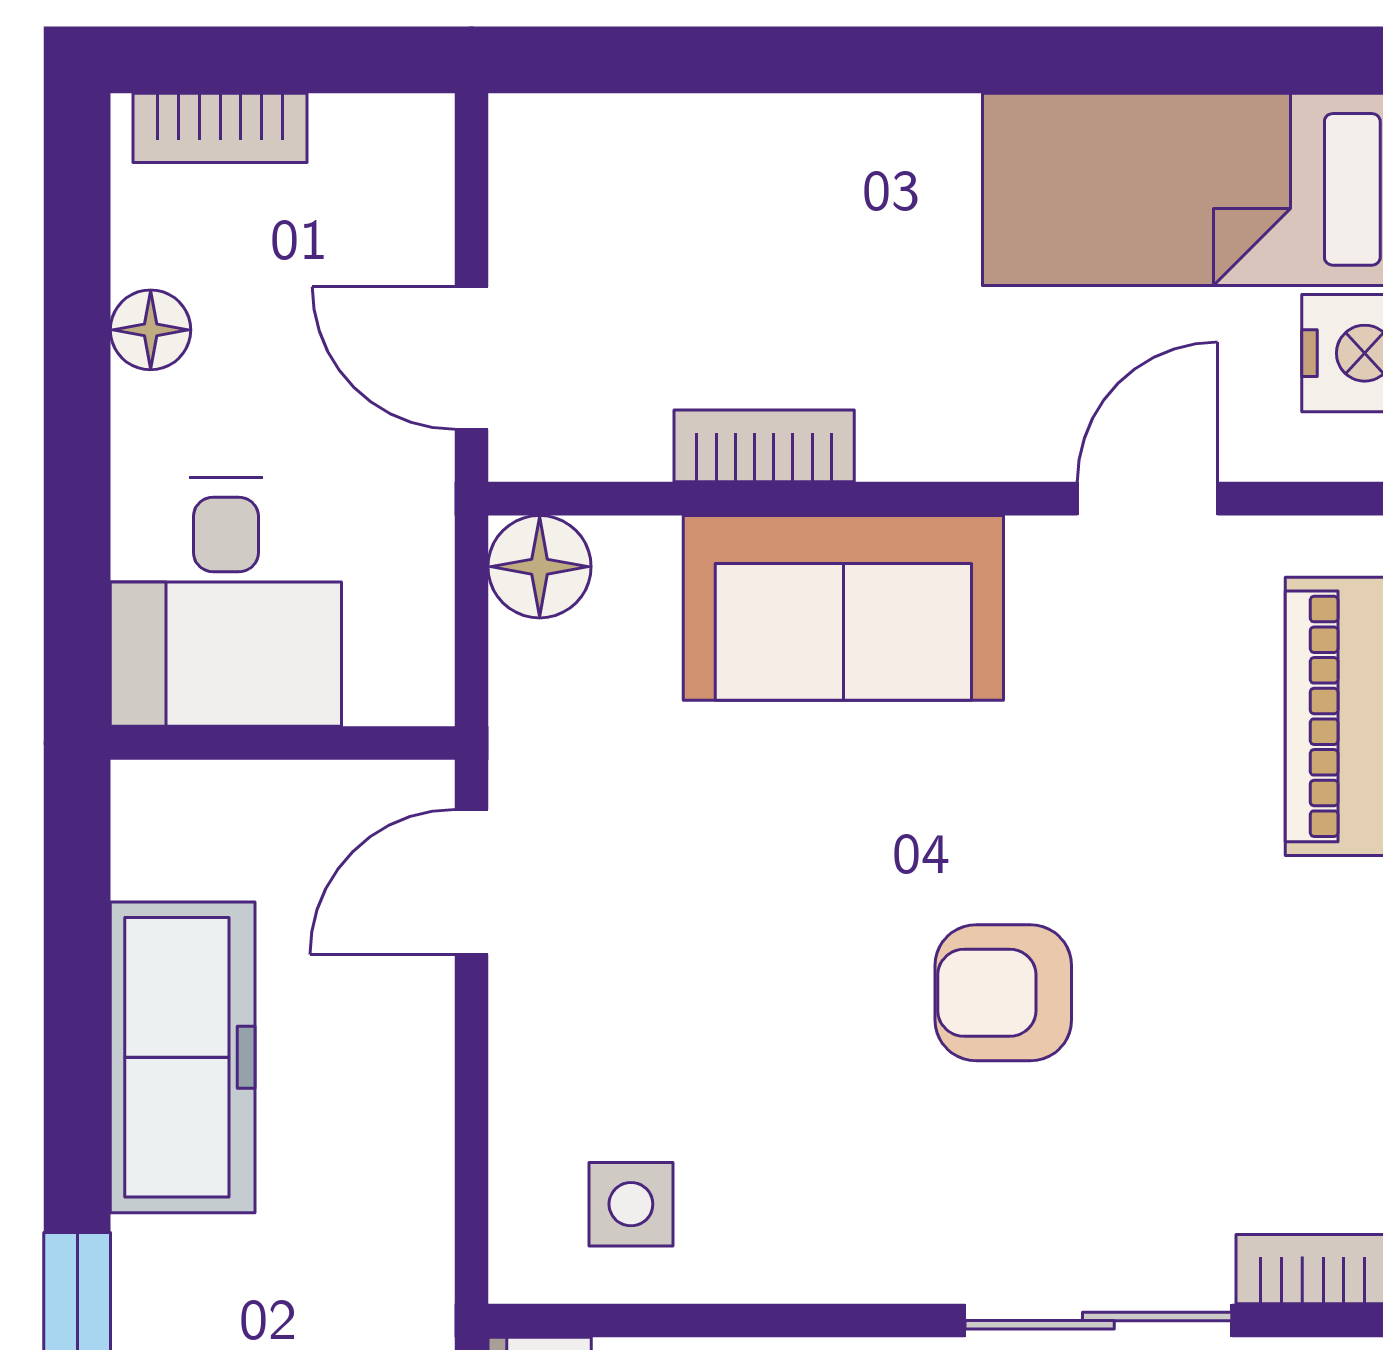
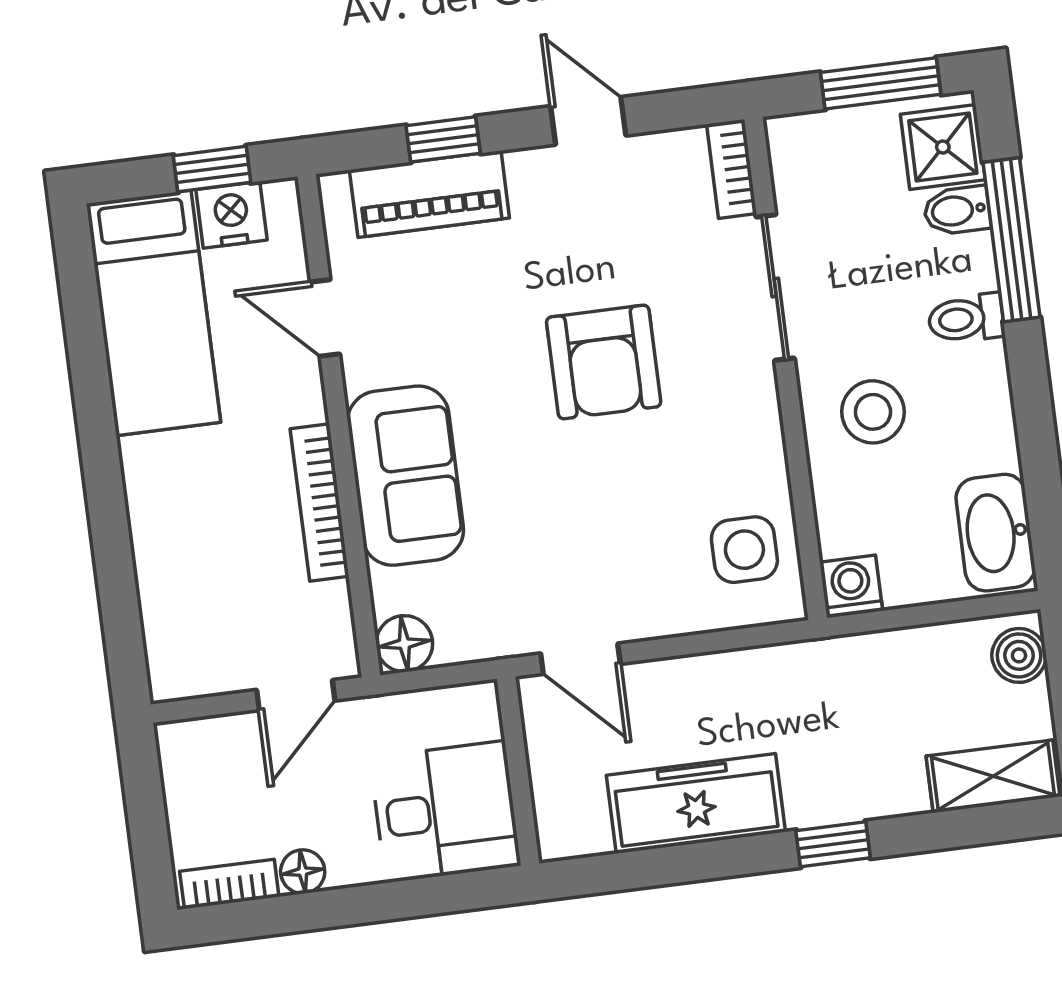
bookcase: (220, 128) -> (229, 884), moved, turned -90
bookcase: (764, 446) -> (320, 503), width x1.56
armchair: (1003, 993) -> (604, 362), width x1.38, depth x1.38
side table: (631, 1204) -> (744, 550), width x1.37, depth x1.37

